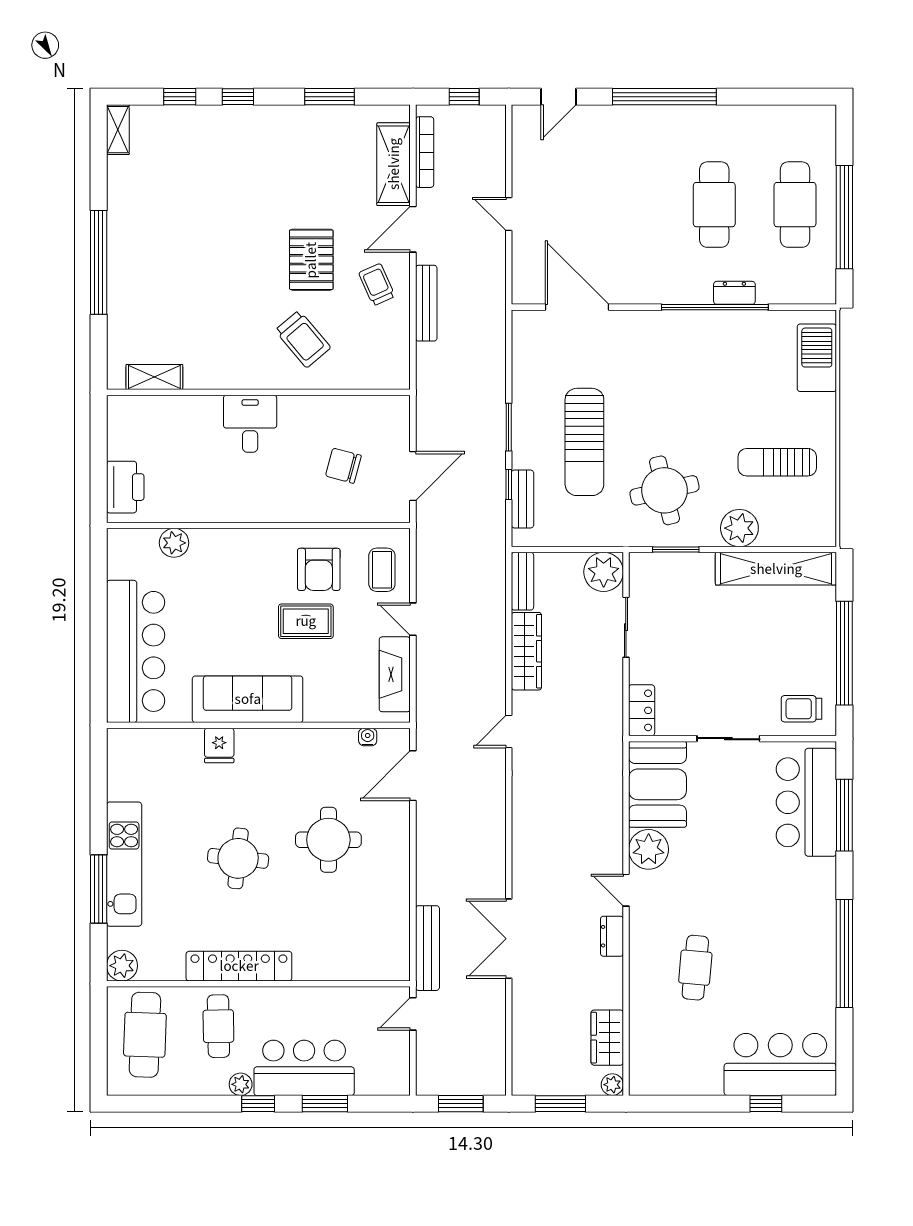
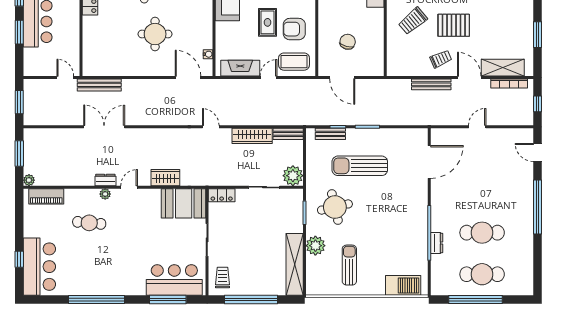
coffee table: (382, 570) -> (294, 62), width x1.36, depth x1.30
plant: (649, 849) -> (105, 194), moved, width x0.53, depth x0.53
wardrobe: (607, 1038) -> (165, 178), moved
piano: (644, 1051) -> (46, 196), added

